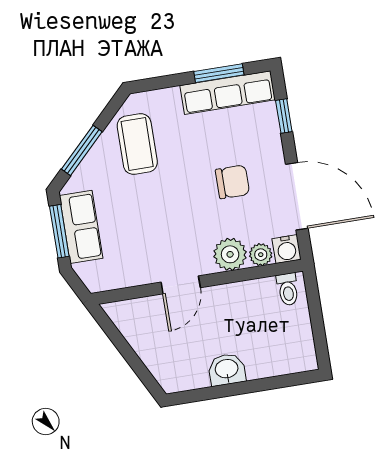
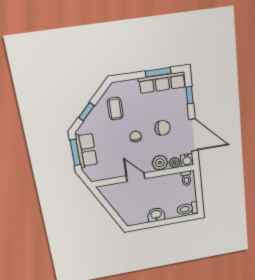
coffee table: (137, 144) -> (115, 109), width x0.73, depth x0.77
window: (82, 150) -> (86, 112), width x0.67
chair: (179, 199) -> (136, 137), added
door: (181, 285) -> (136, 177), swing flipped
toilet: (295, 358) -> (188, 209), added

